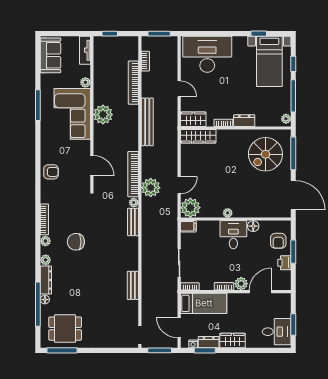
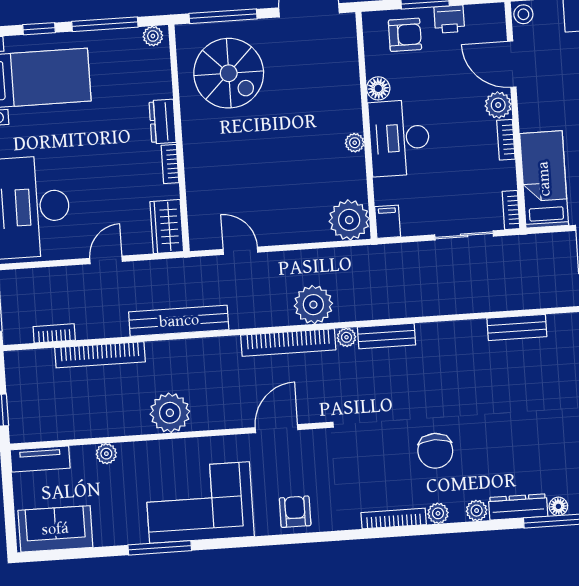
corner sofa: (72, 114) -> (200, 502), moved, turned 180
wardrobe: (198, 136) -> (201, 214), removed
door: (179, 185) -> (240, 251), moved
desk: (233, 235) -> (399, 138), width x1.37
stool: (284, 299) -> (523, 14), added

